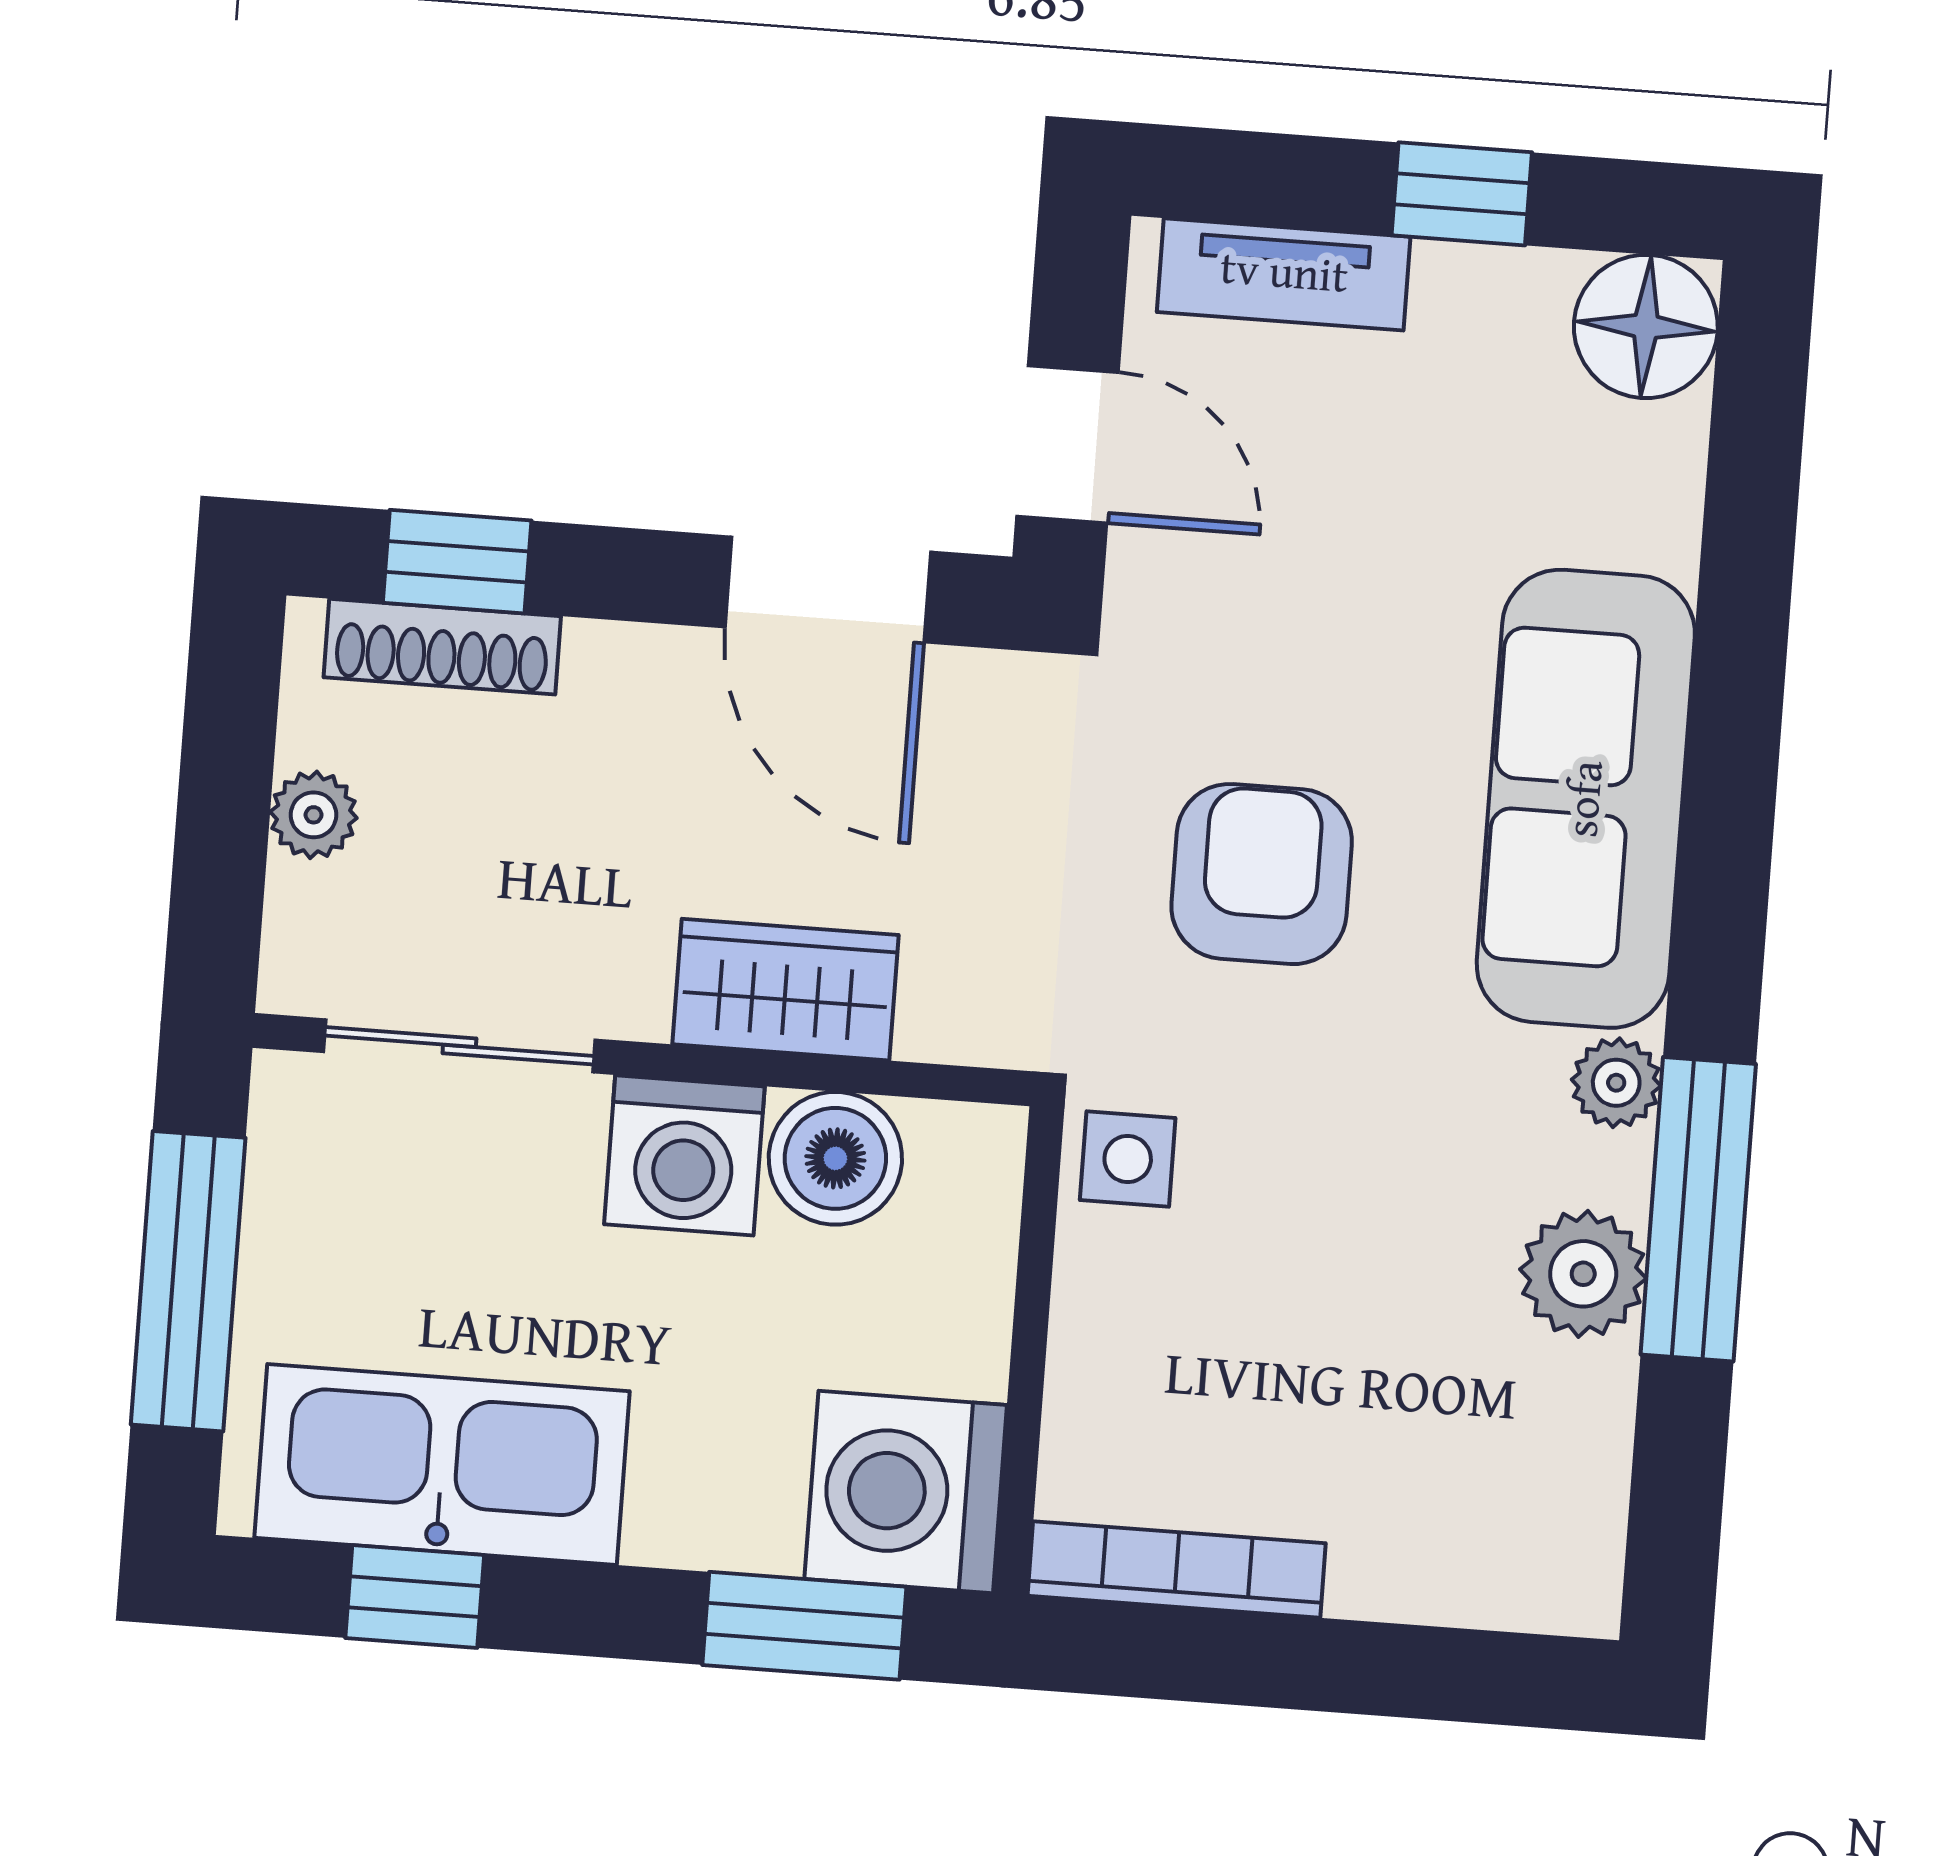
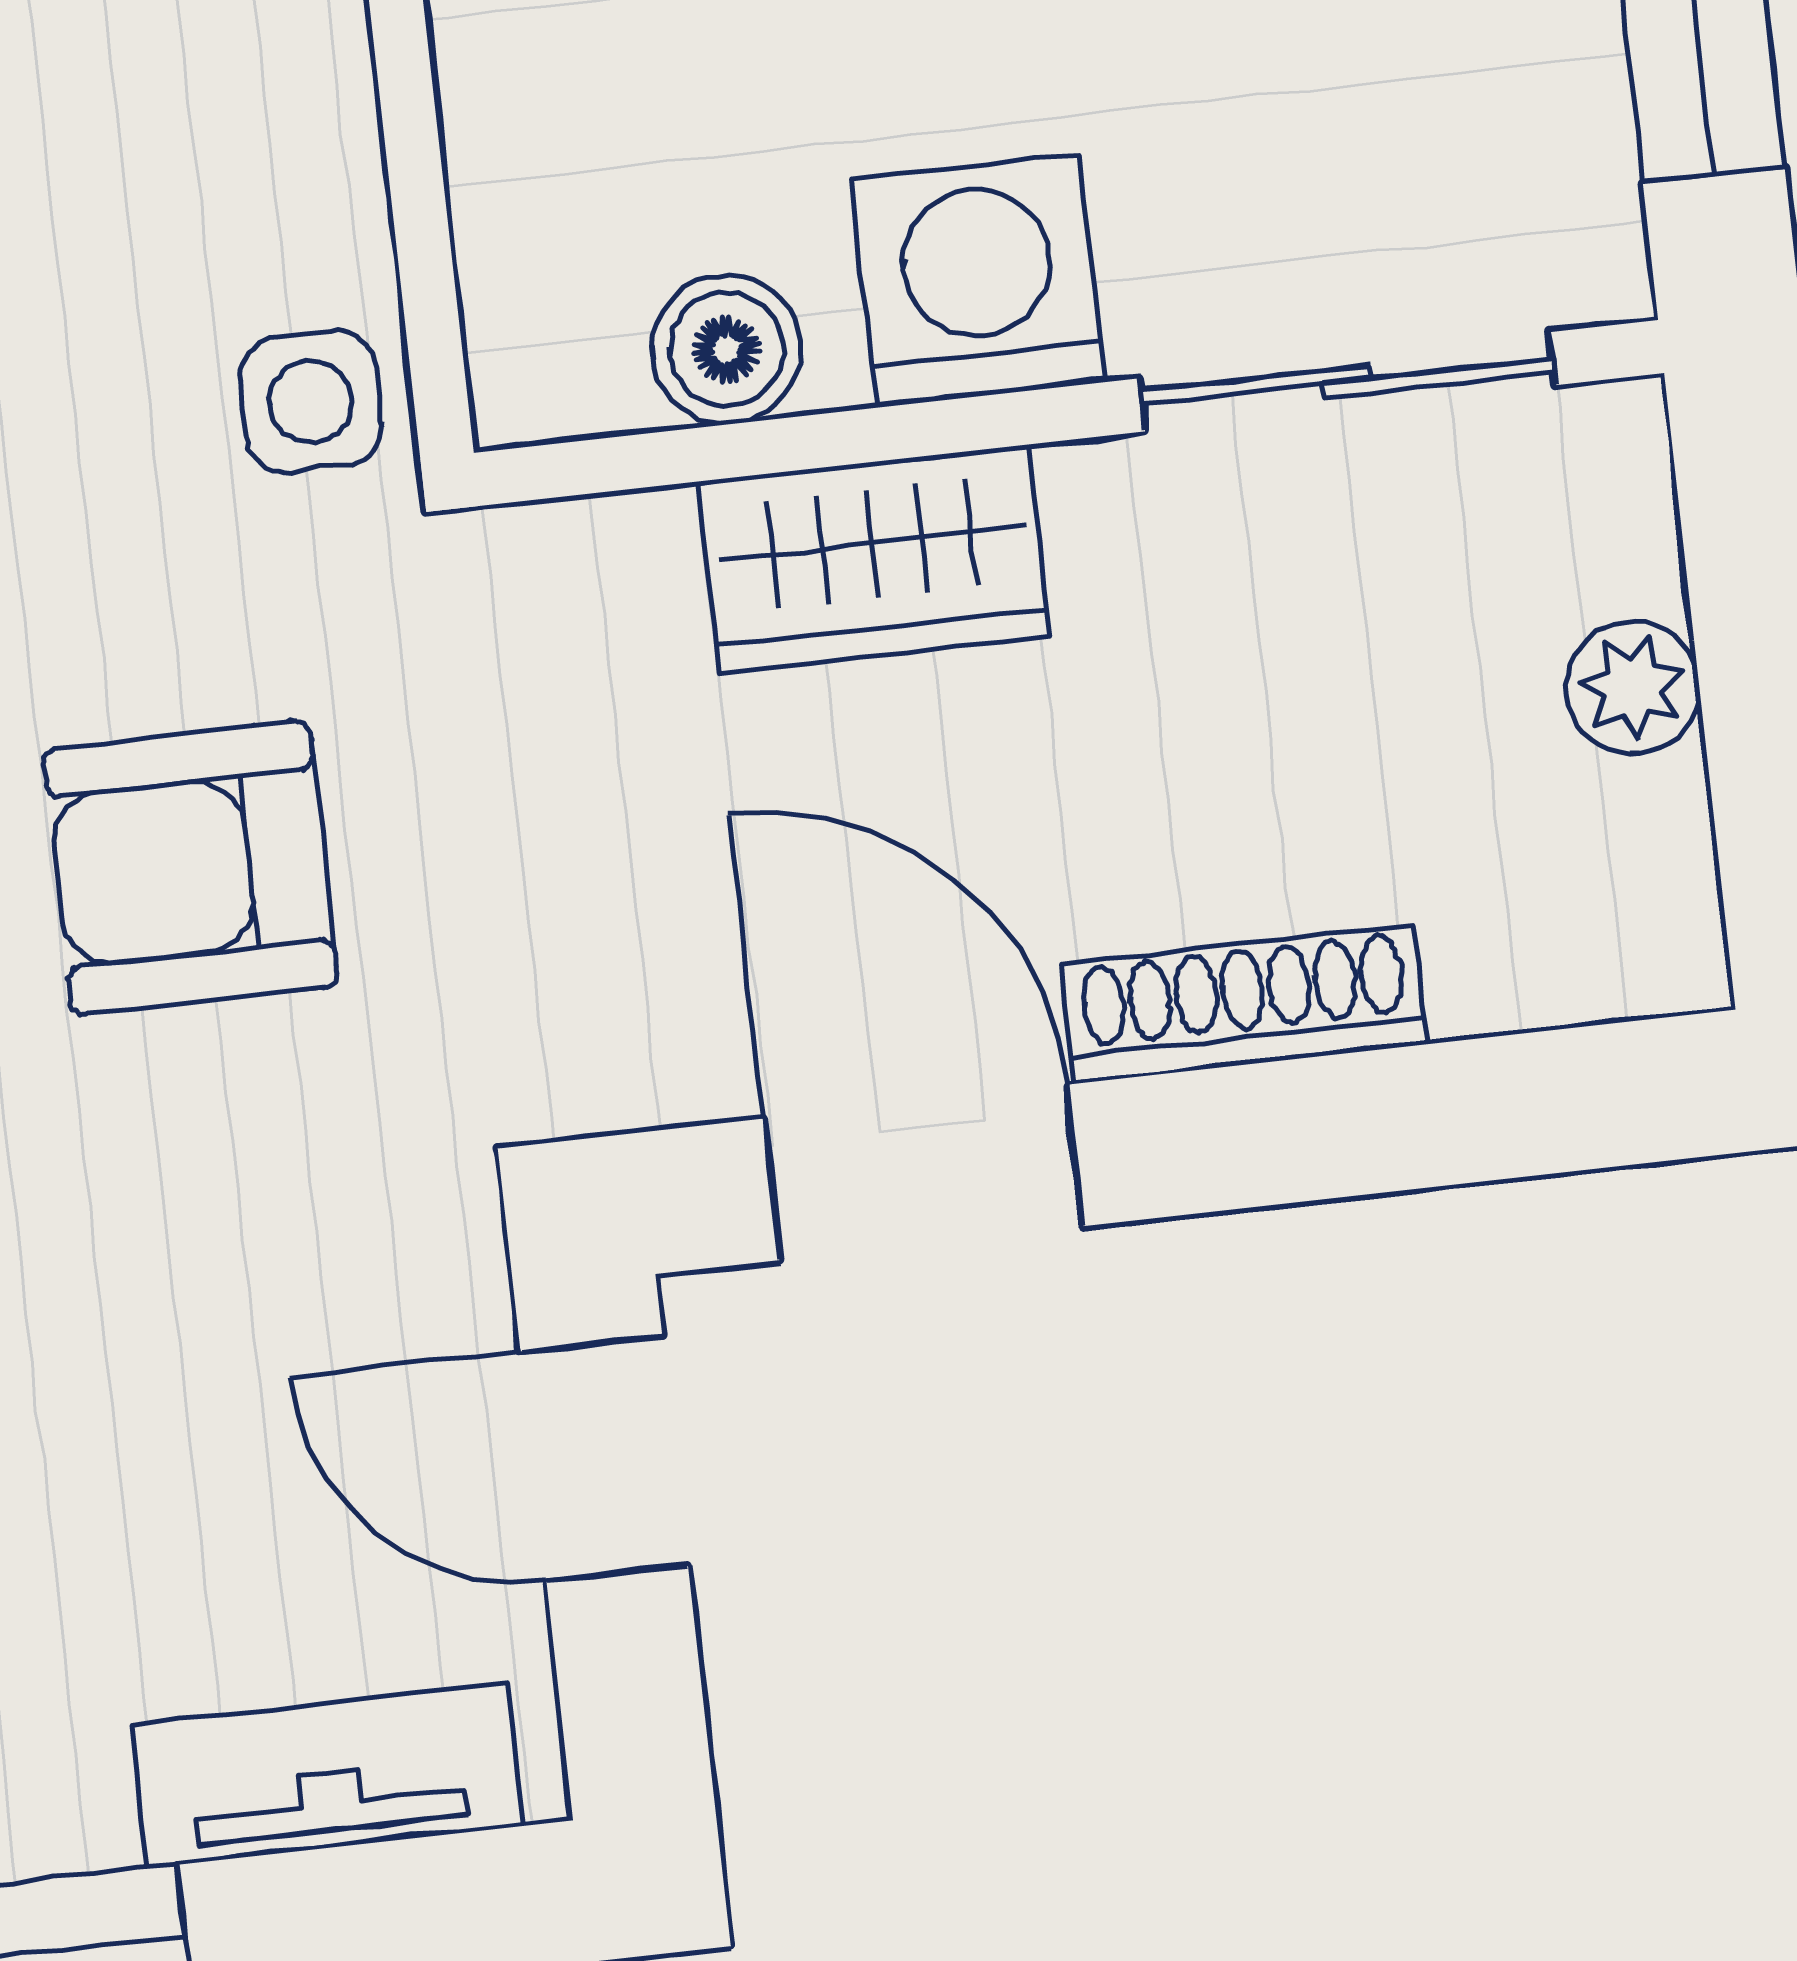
window: (457, 562) -> (1489, 1109), removed
shoe rack: (442, 647) -> (1244, 1004), moved
armchair: (1262, 874) -> (190, 868), turned 90
boiler: (835, 1158) -> (727, 349), width x0.73, depth x0.73

